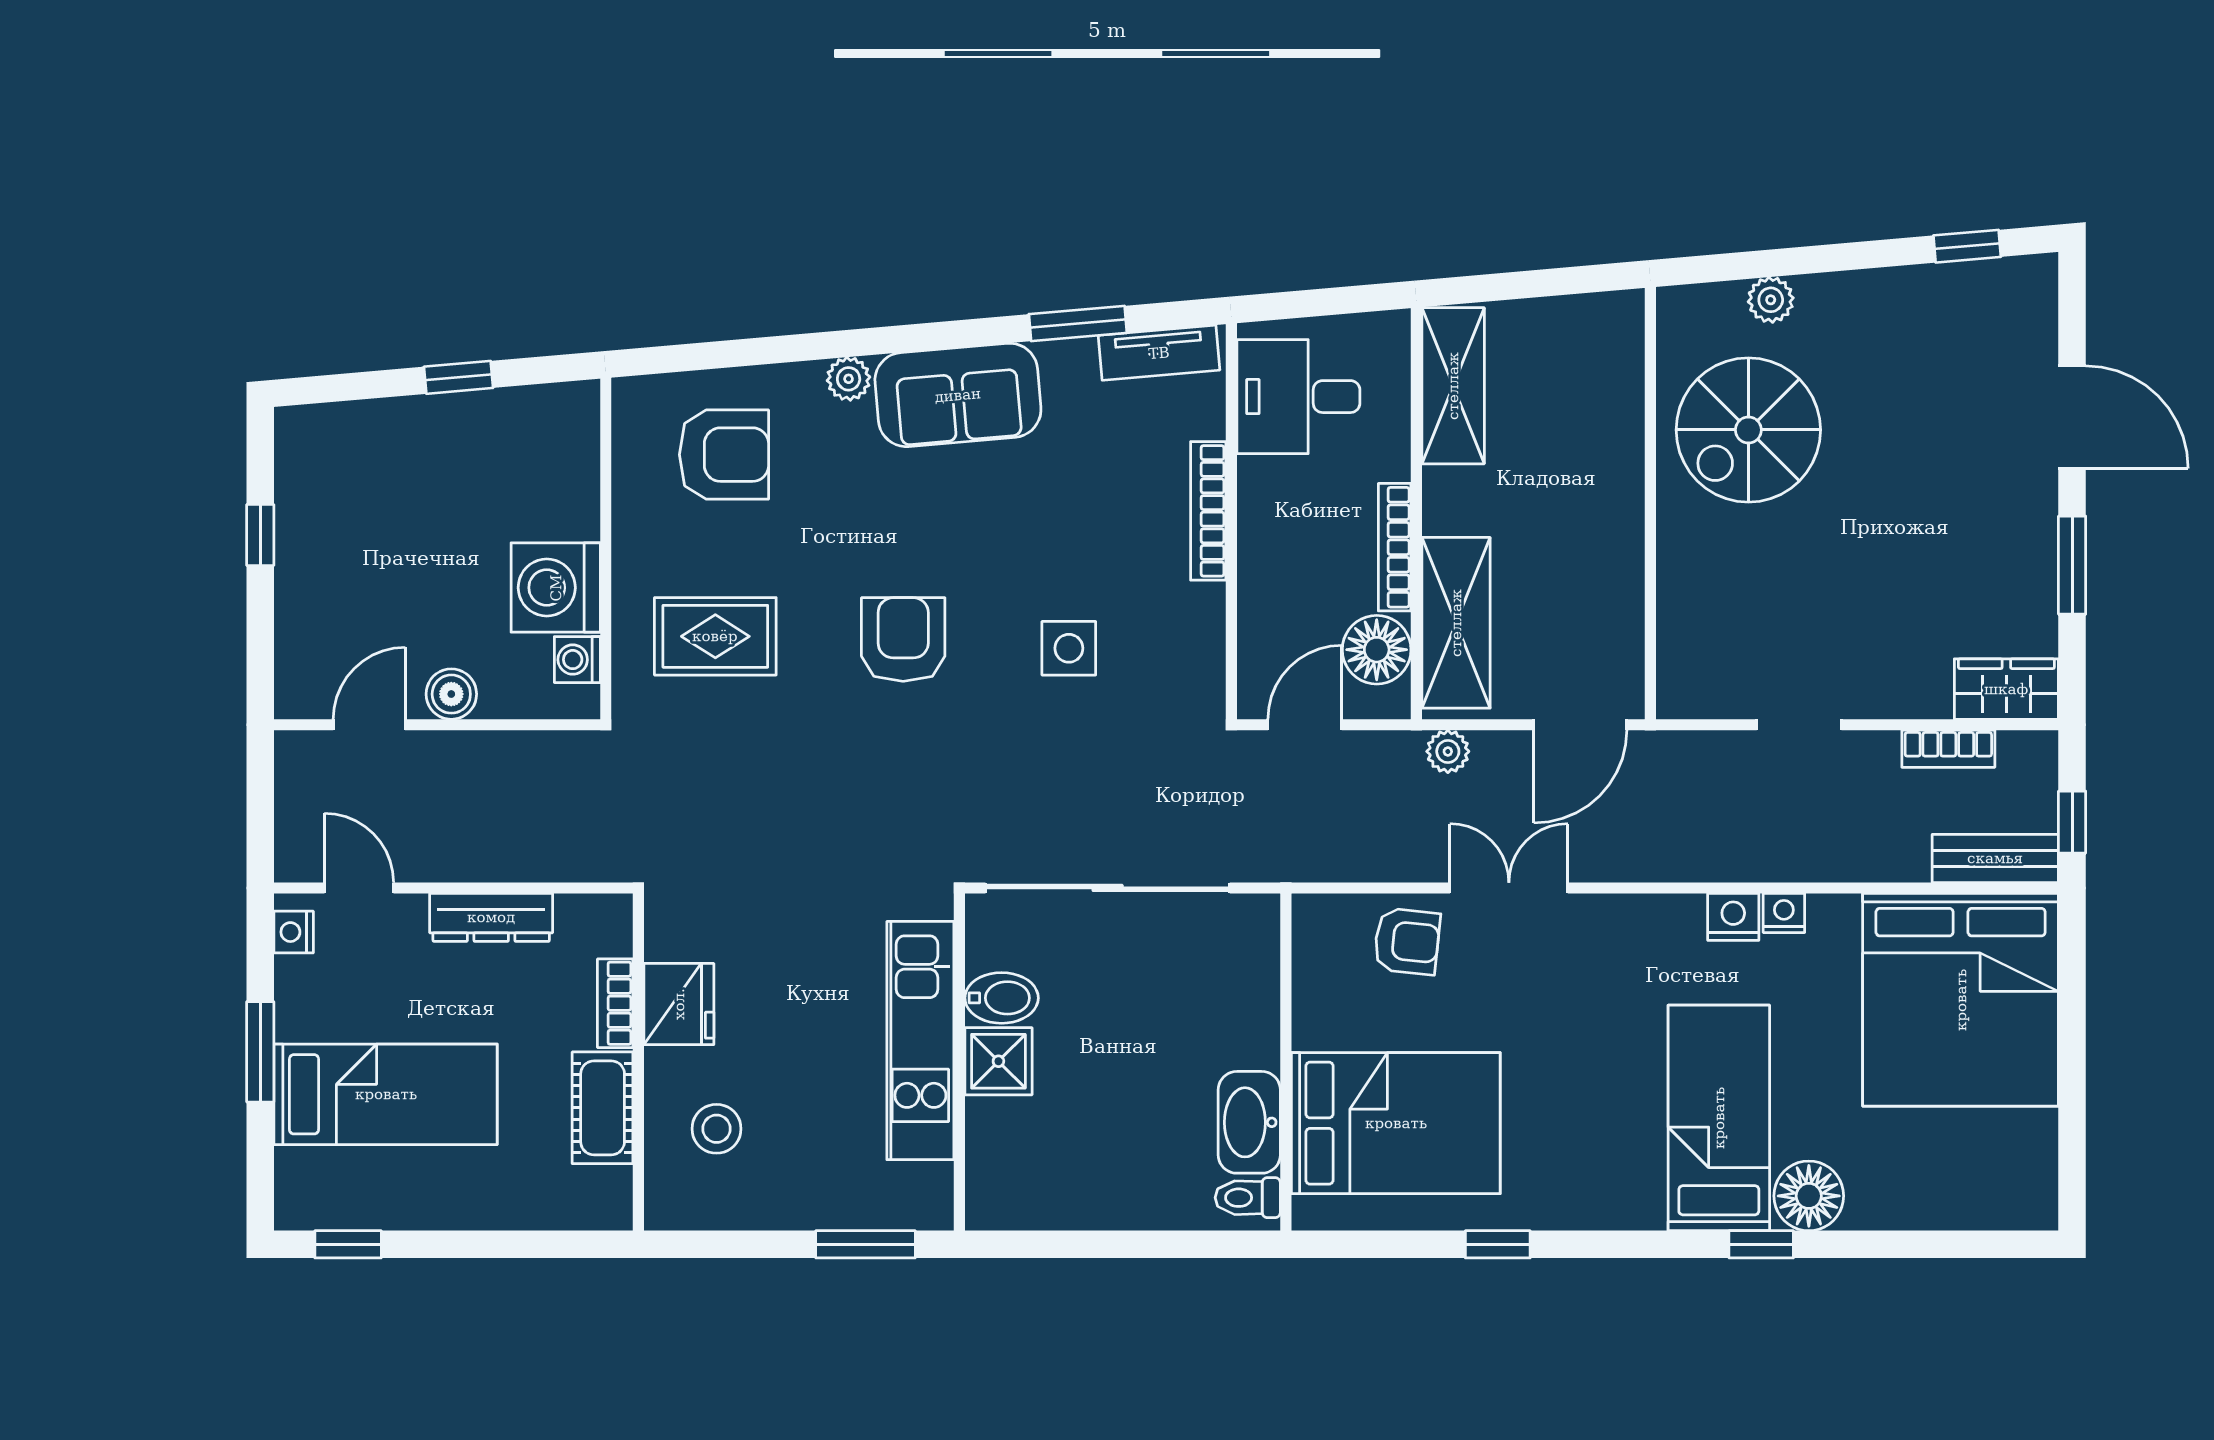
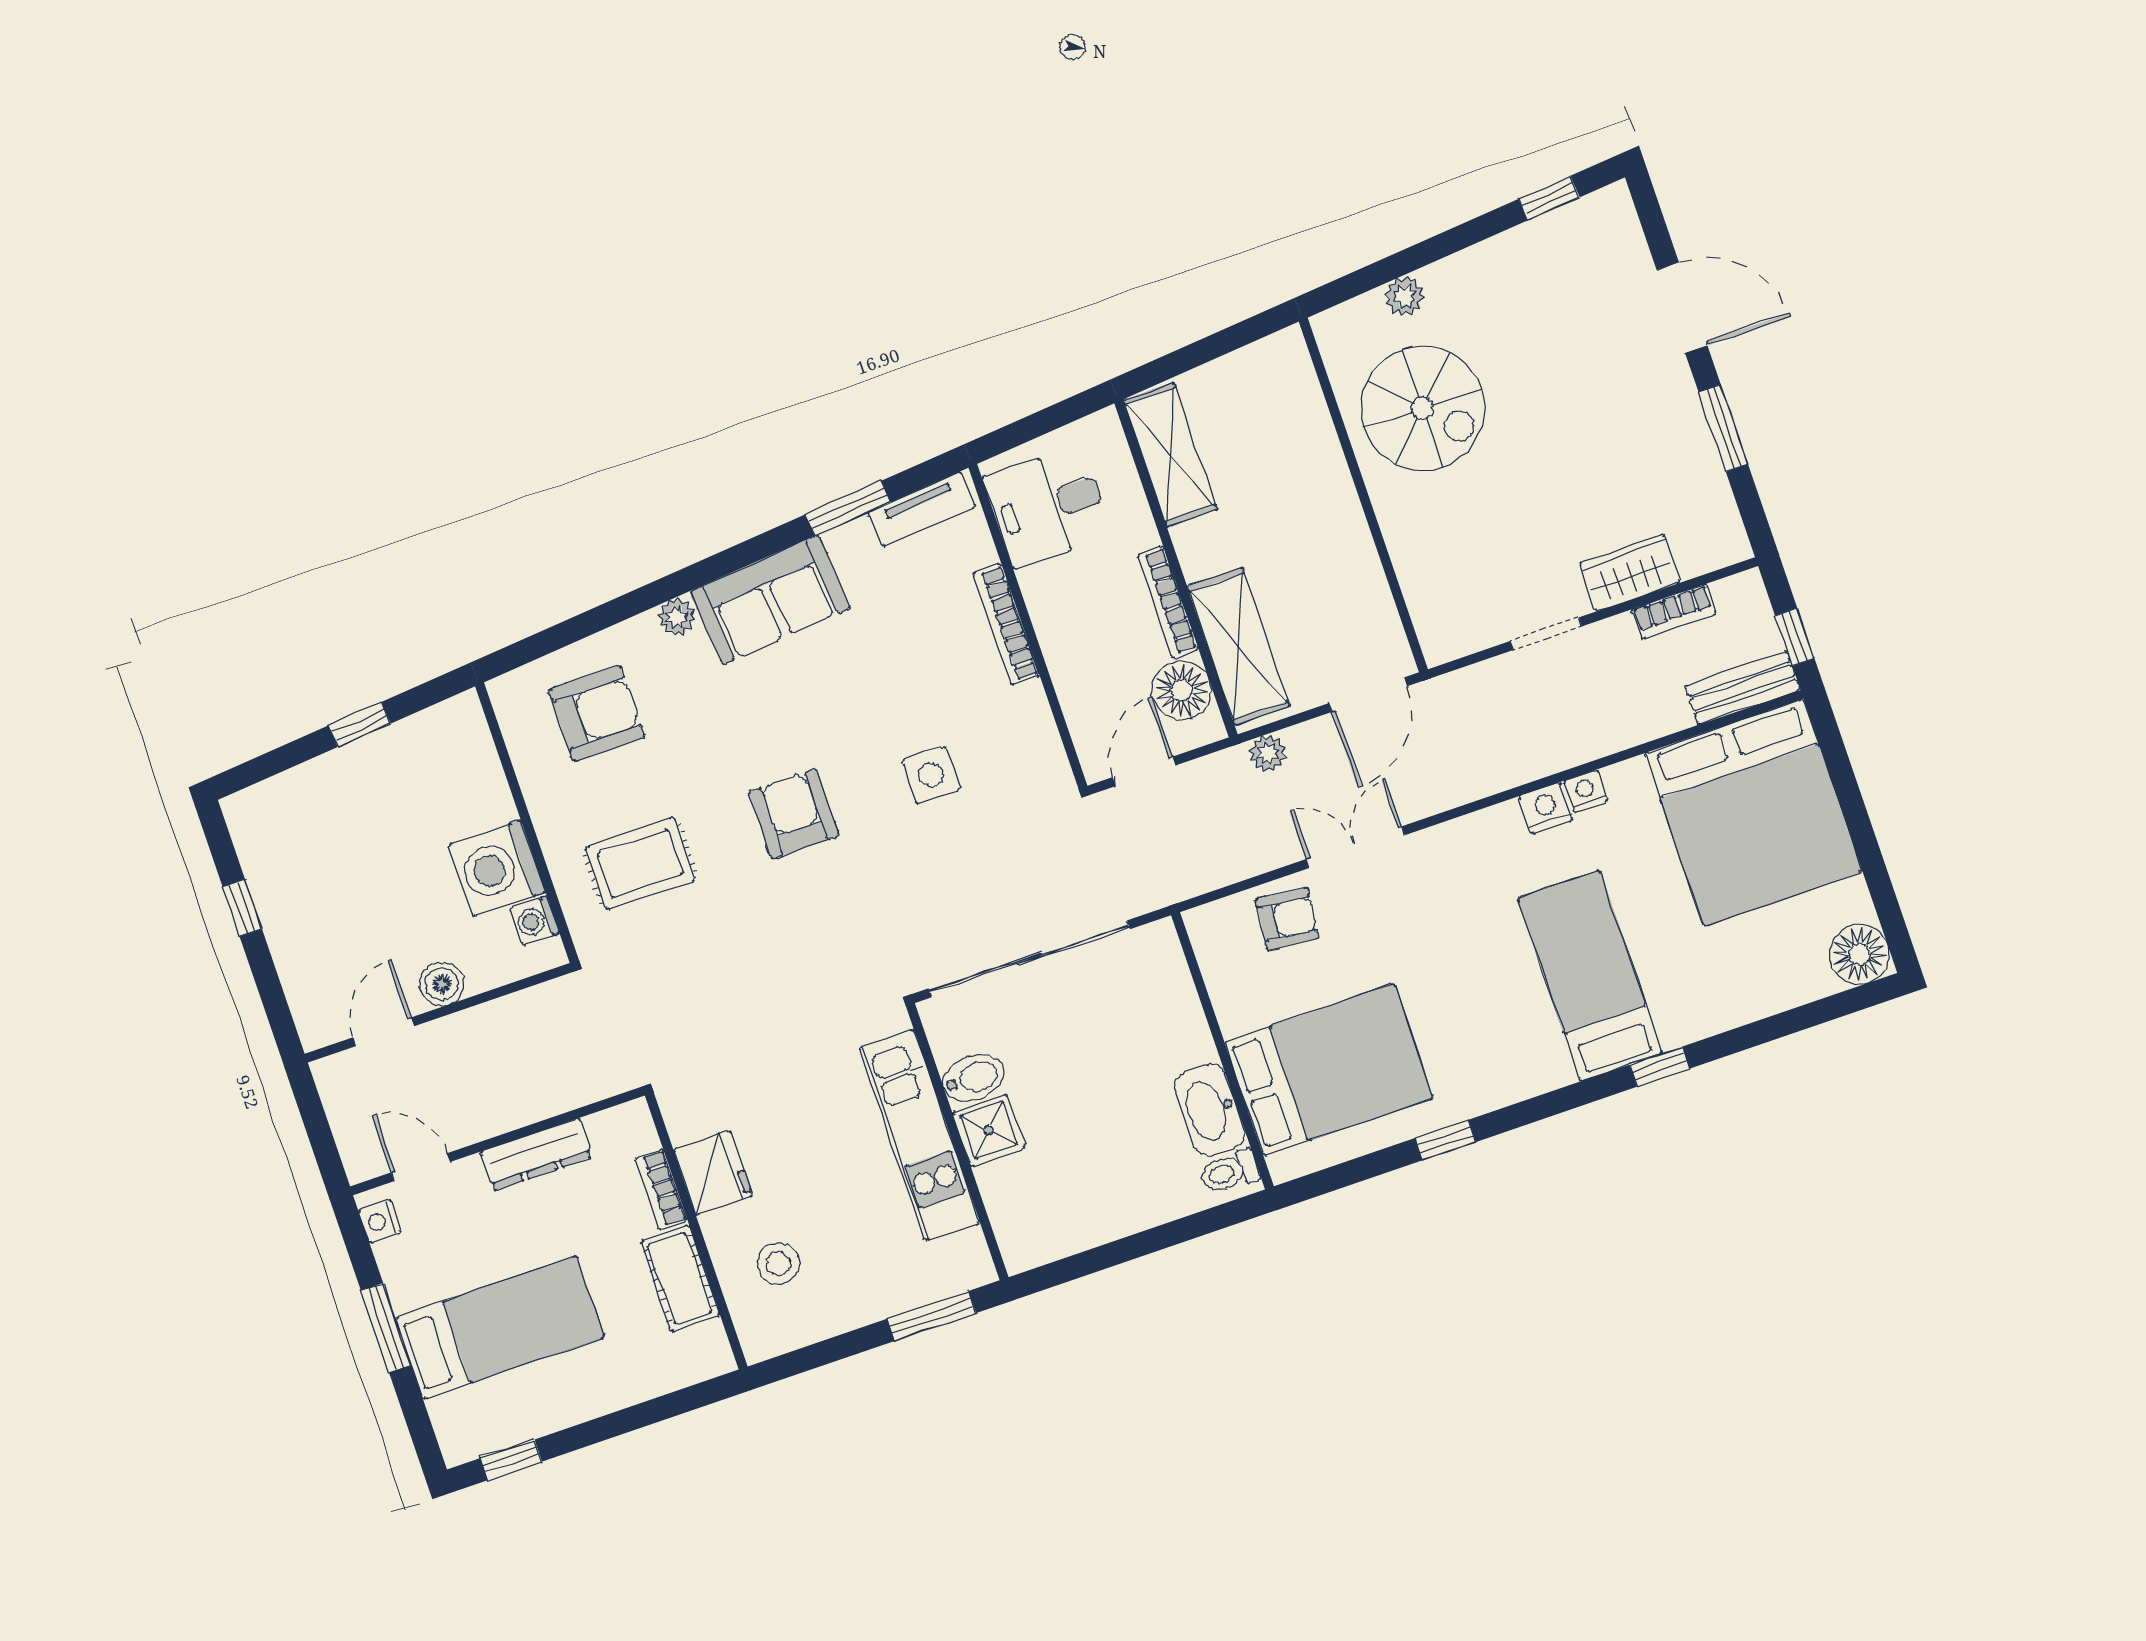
spiral stairs: (1748, 430) -> (1423, 408), turned -90
wardrobe: (2006, 689) -> (1630, 573), moved
floor lamp: (1809, 1196) -> (1859, 954), moved

